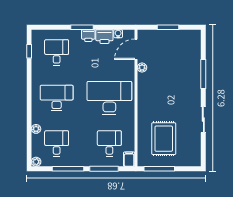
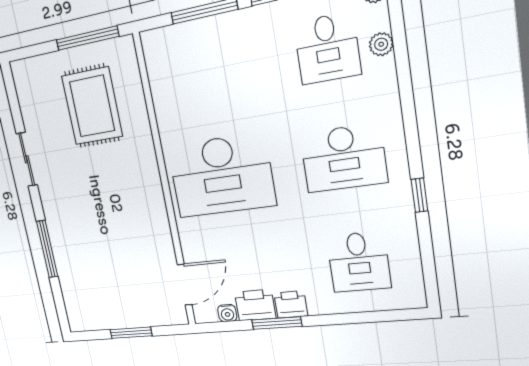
window: (82, 27) -> (277, 323), moved
window: (29, 51) -> (419, 195), moved
plant: (142, 68) -> (165, 249), removed
plant: (36, 129) -> (381, 44), moved
desk: (109, 144) -> (203, 73), removed
filing cabinet: (129, 159) -> (154, 46), removed

